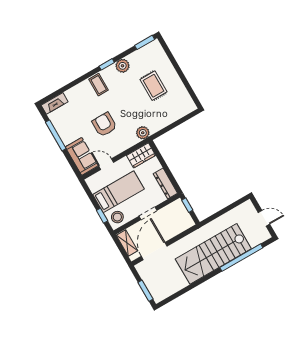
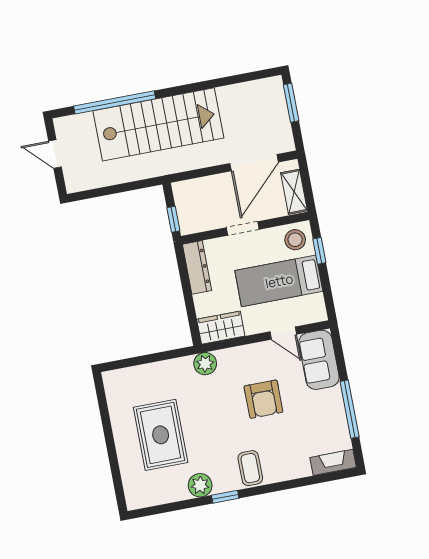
window: (145, 42) -> (150, 511), removed
rug: (154, 86) -> (161, 435), width x1.36, depth x1.43

